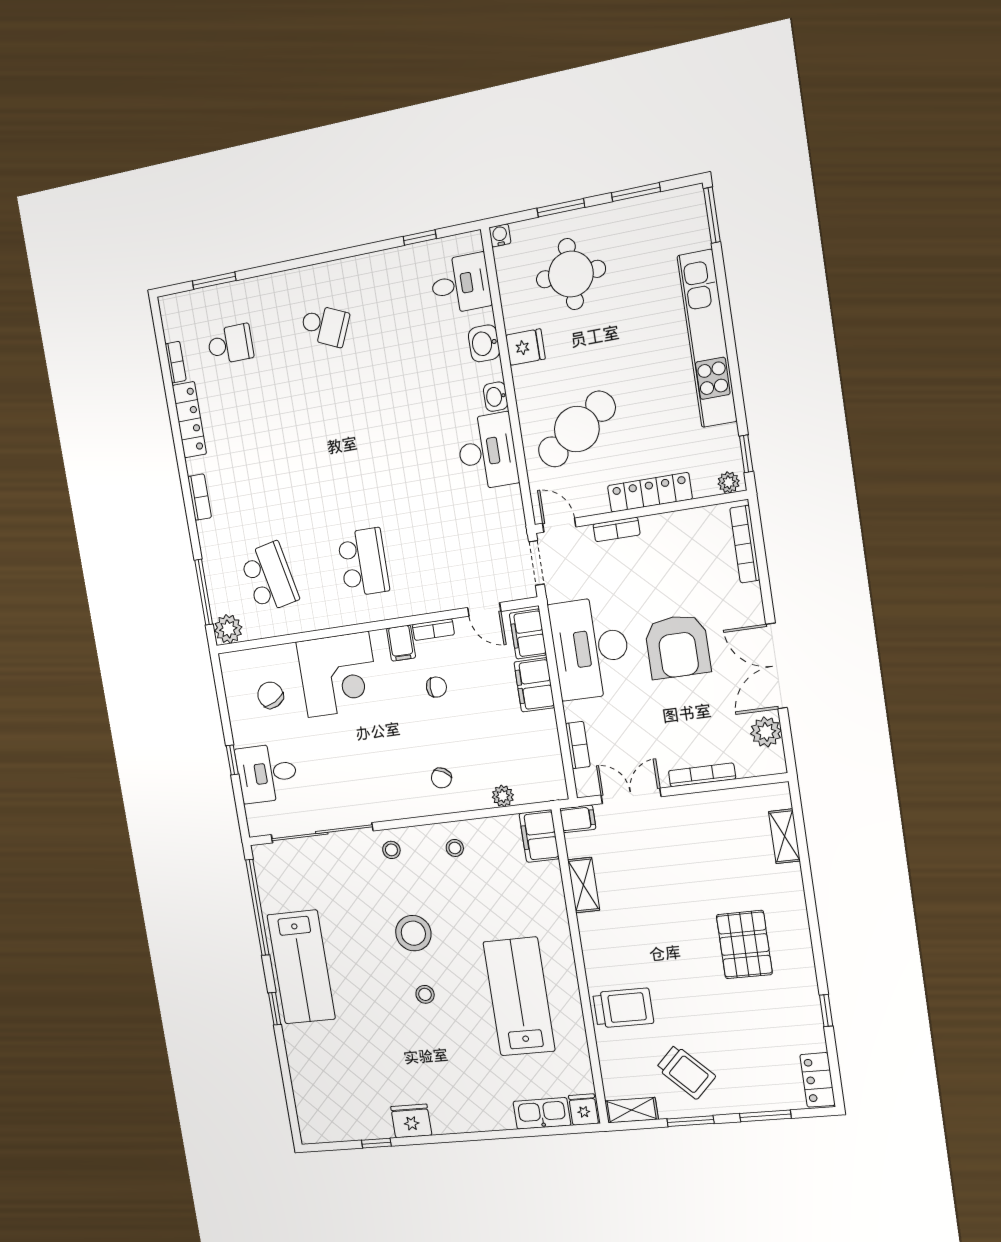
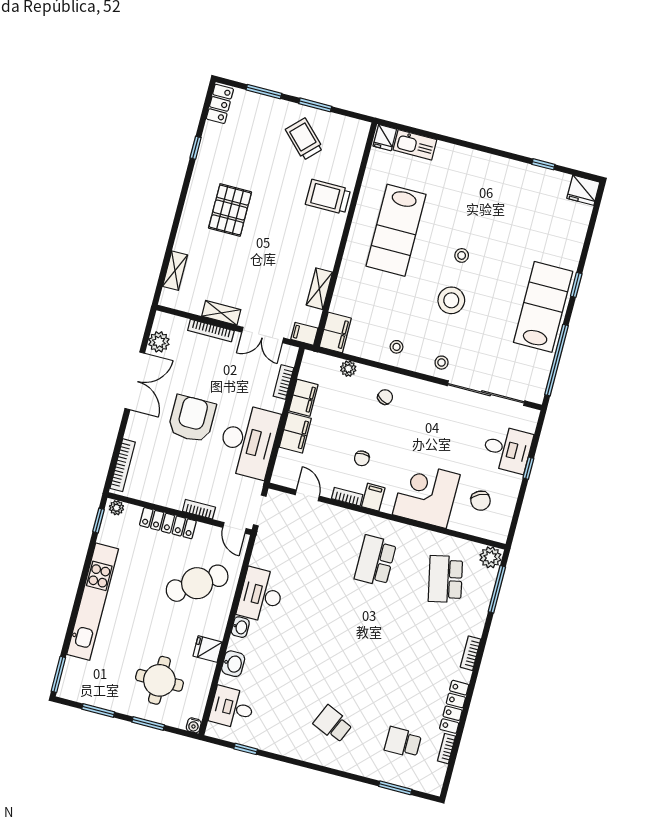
filing cabinet: (528, 634) -> (303, 398), moved
chair: (436, 687) -> (362, 458), turned -90
shelving: (632, 1110) -> (221, 313), moved
fridge: (411, 1121) -> (583, 190), moved

